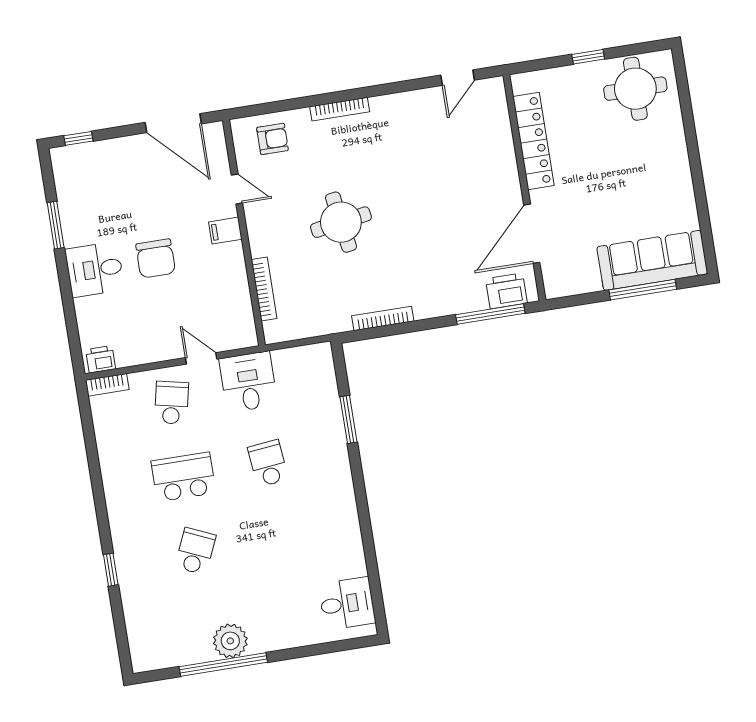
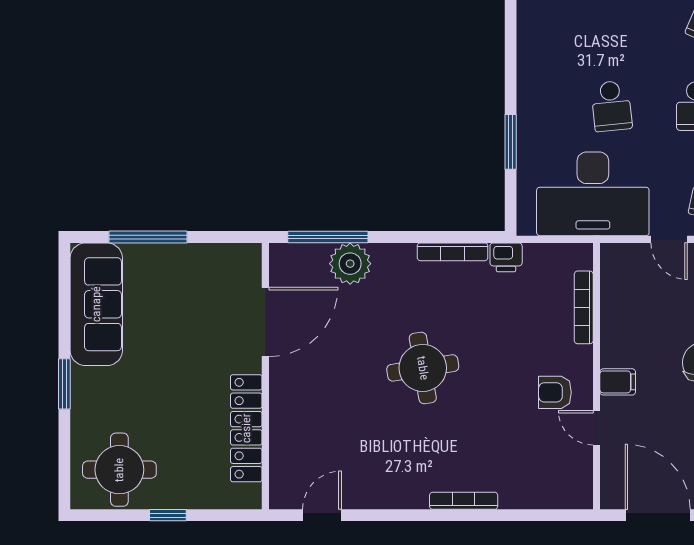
armchair: (273, 139) -> (555, 392), moved
window: (694, 154) -> (64, 384), added
round table: (341, 222) -> (423, 368), moved
sofa: (652, 260) -> (96, 304), moved, turned -90
printer: (506, 291) -> (506, 257), moved, width x0.73, depth x0.81
plant: (468, 295) -> (350, 264), added
desk: (248, 382) -> (593, 194), width x1.87, depth x1.30

